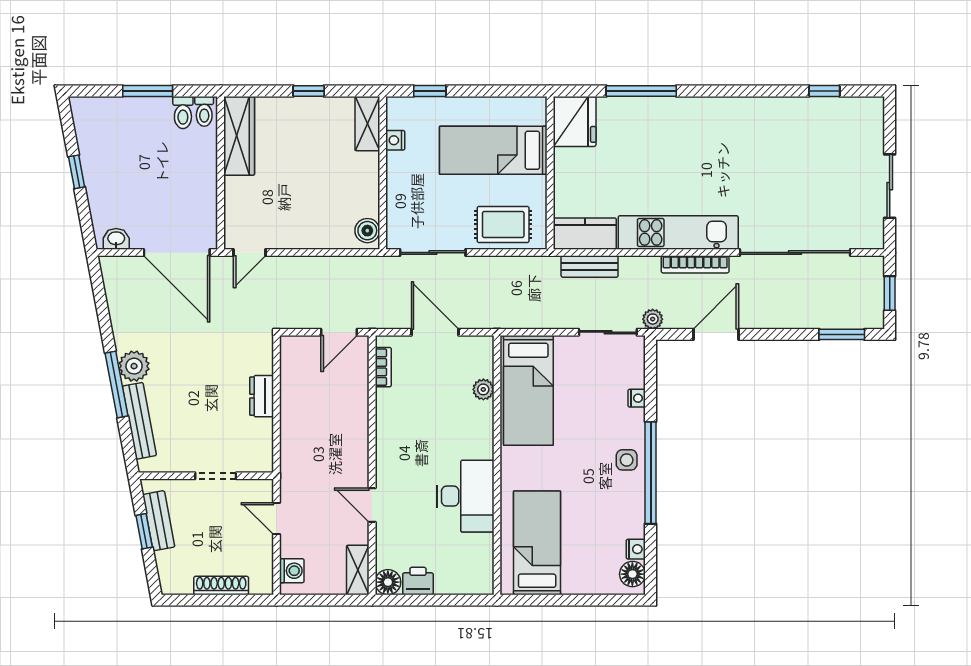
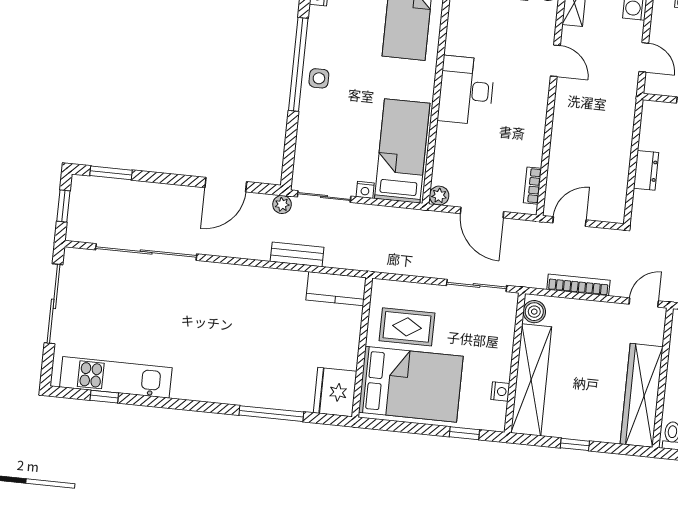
shelving: (367, 124) -> (531, 380), width x2.20, depth x1.33
wardrobe: (239, 136) -> (642, 395), width x1.40, depth x1.17
bed: (493, 150) -> (411, 384), width x1.50
sliding door: (890, 186) -> (53, 304), width x1.37
rug: (503, 224) -> (407, 327), moved
kitchen unit: (678, 232) -> (116, 377), moved, turned 180
bookcase: (695, 264) -> (578, 285), moved
bench: (590, 267) -> (297, 254), moved
plant: (483, 389) -> (439, 196), moved
nightstand: (637, 398) -> (365, 190), moved, turned -90
desk: (465, 496) -> (466, 90), moved

